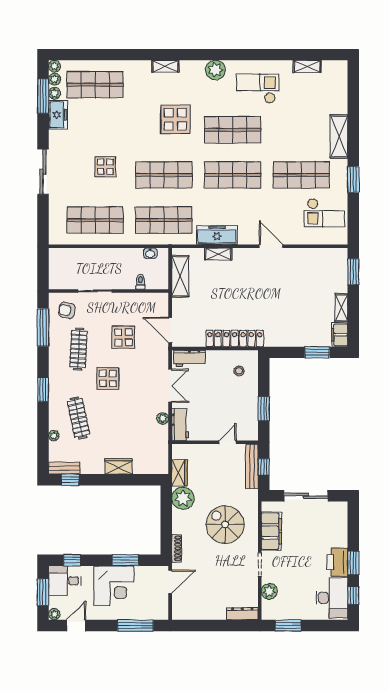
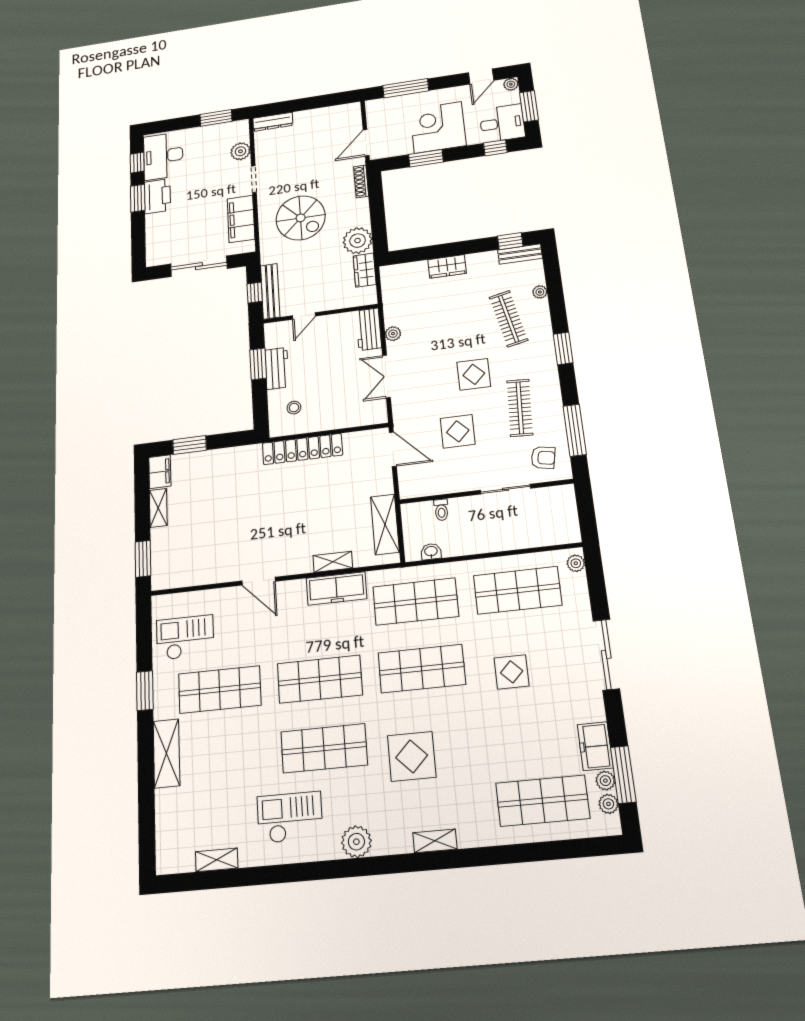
plant: (55, 66) -> (576, 563), moved
checkout: (258, 89) -> (290, 817), turned 180
workbench: (189, 358) -> (277, 368), moved, turned 90

